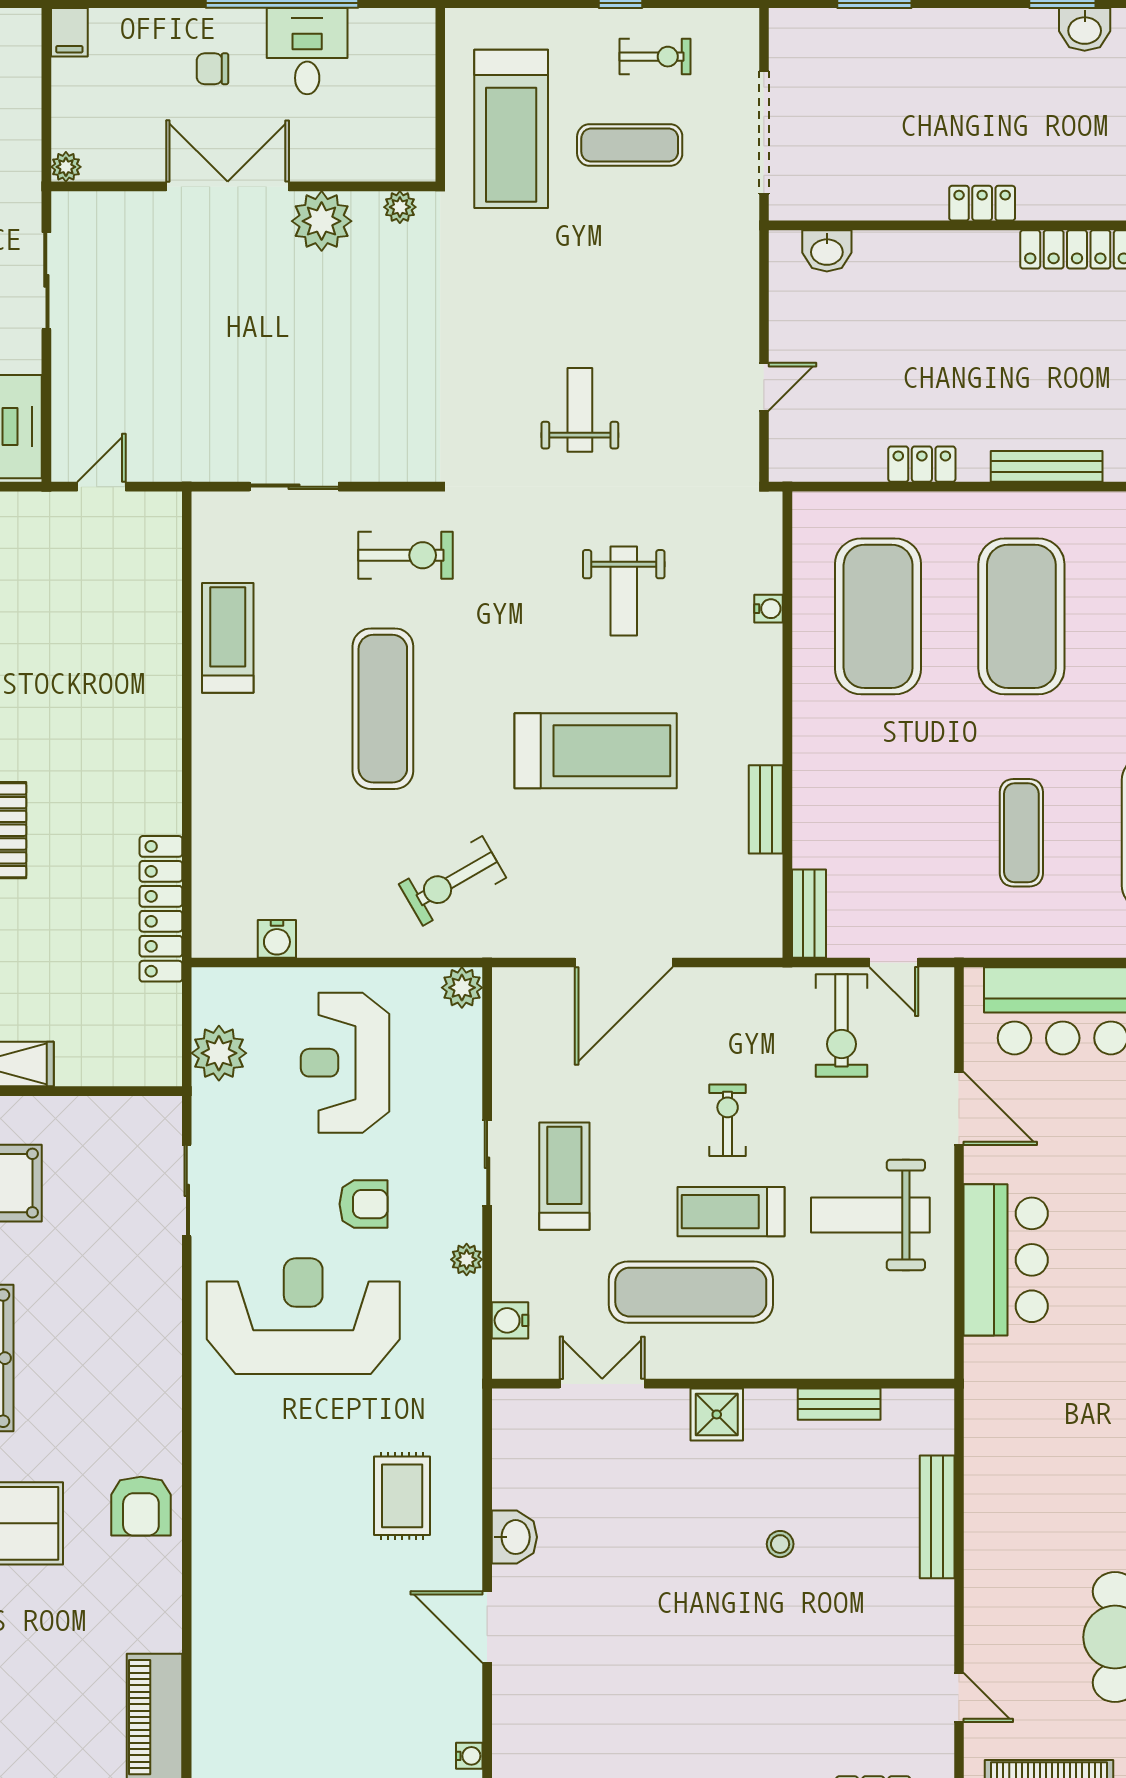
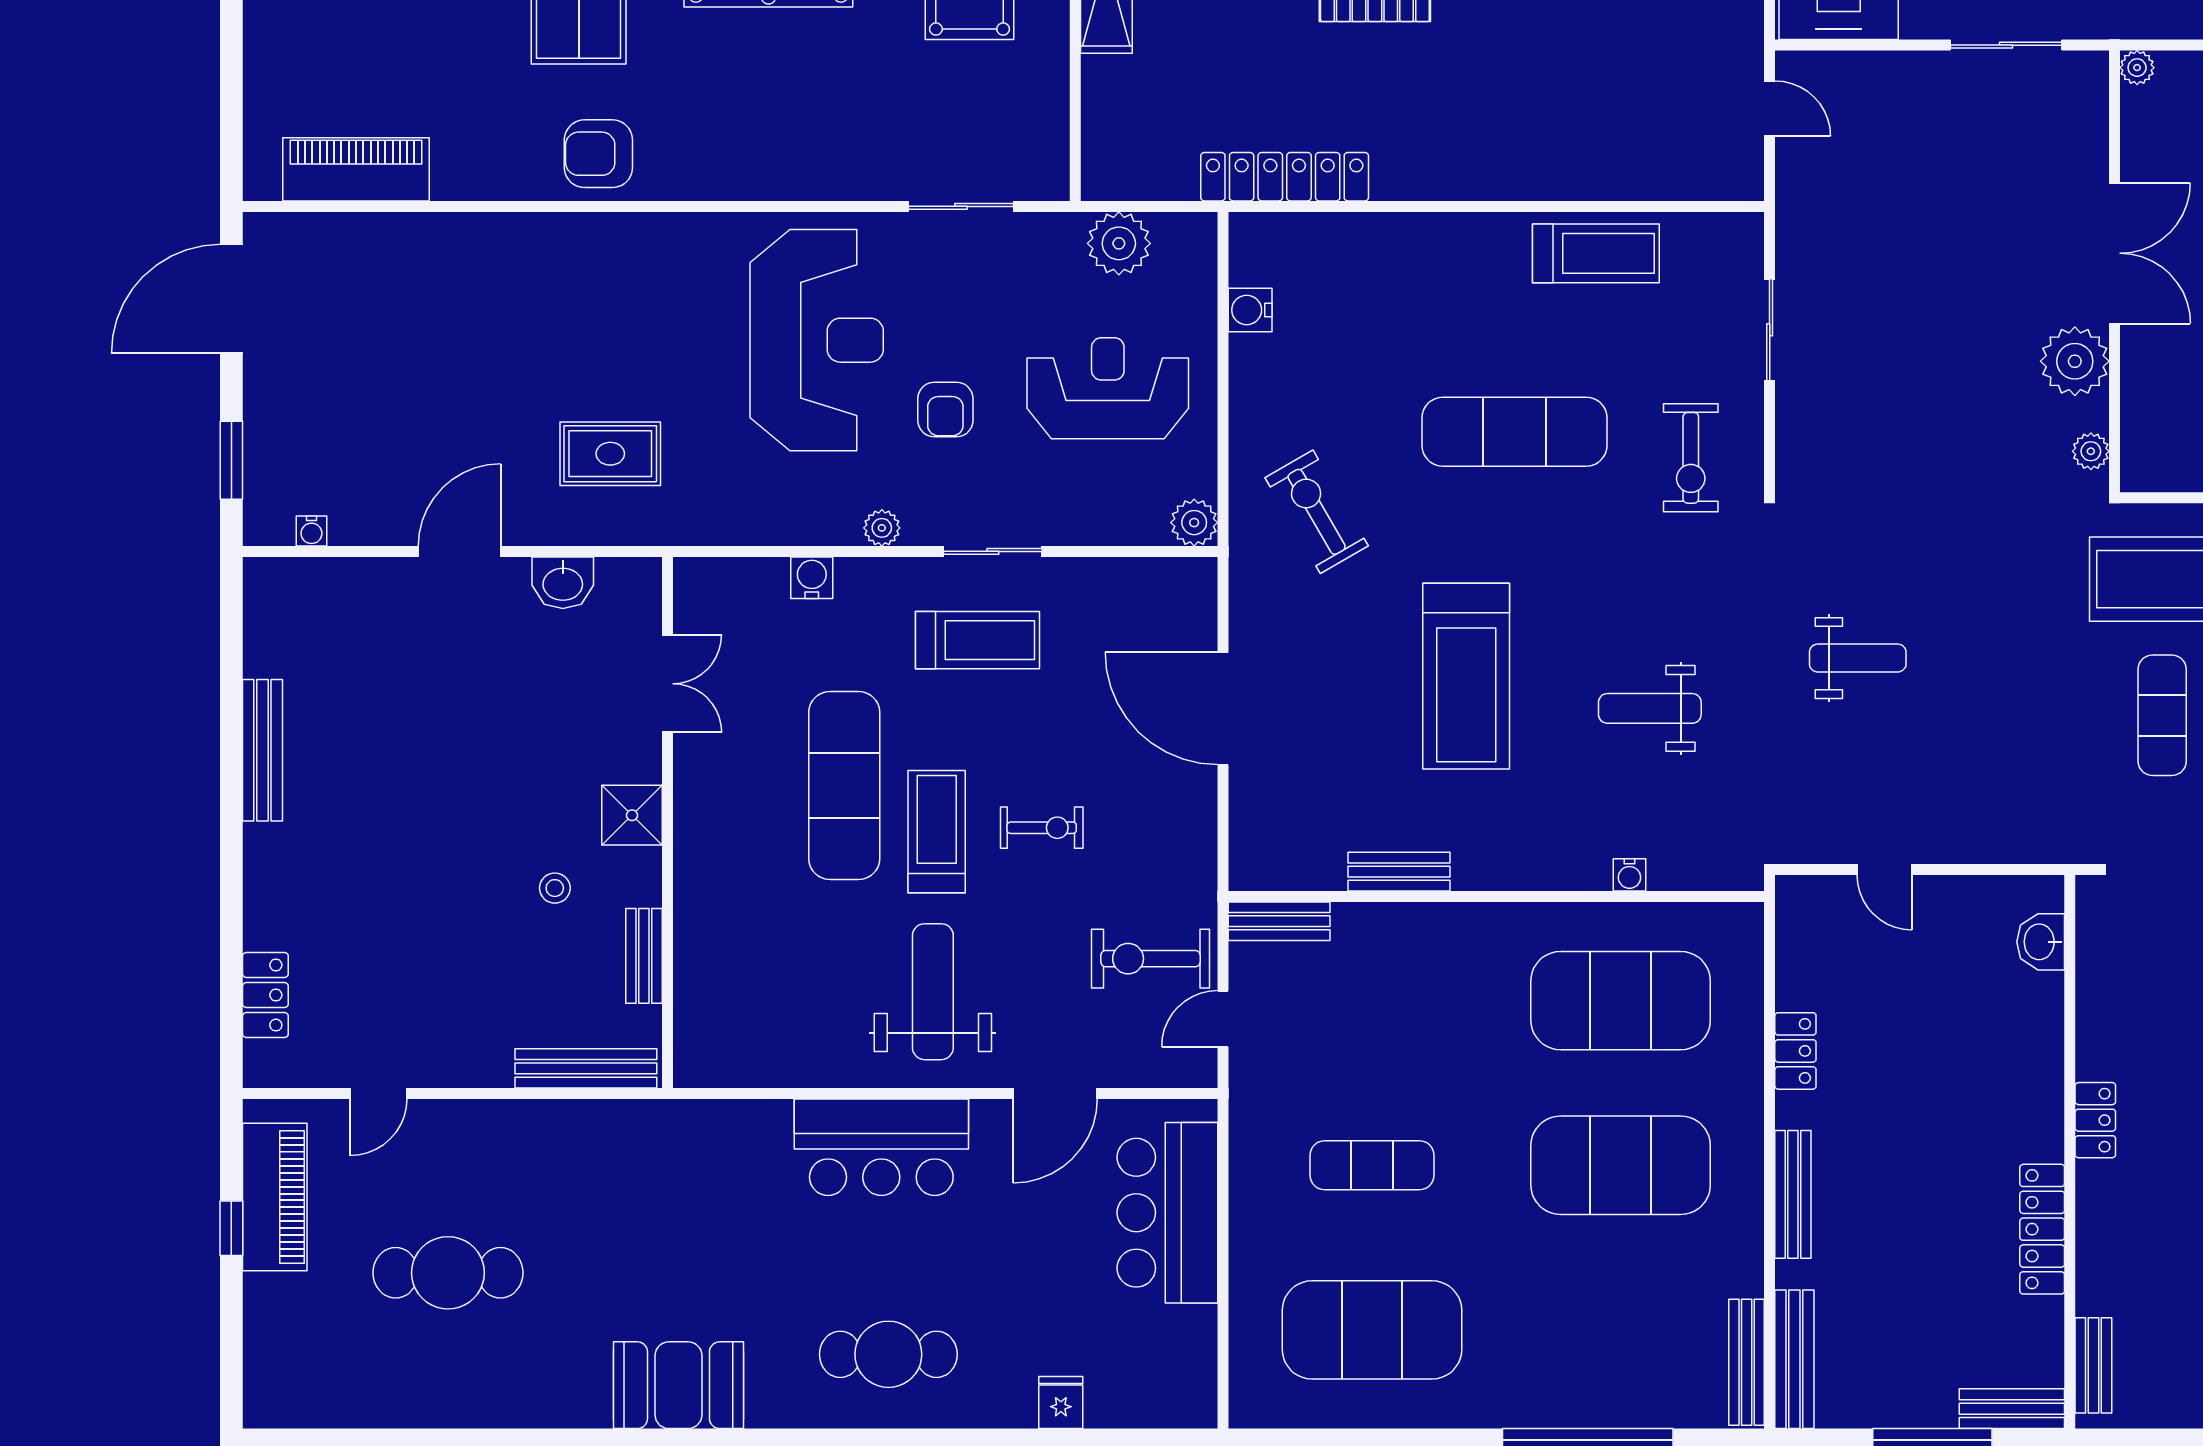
double door: (602, 1384) -> (667, 684), moved
wall: (723, 1384) -> (667, 822), moved
bench: (839, 1404) -> (644, 956), moved
shower: (717, 1414) -> (632, 815), moved

